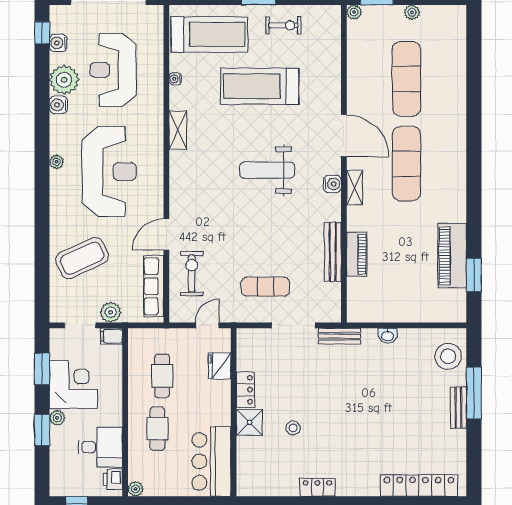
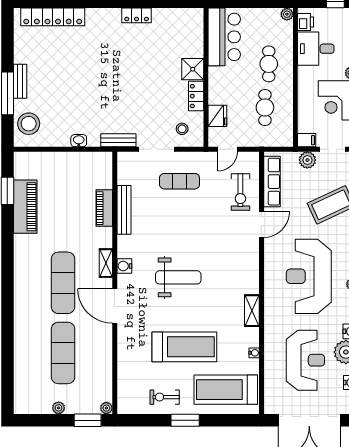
stool: (293, 428) -> (182, 129), moved

